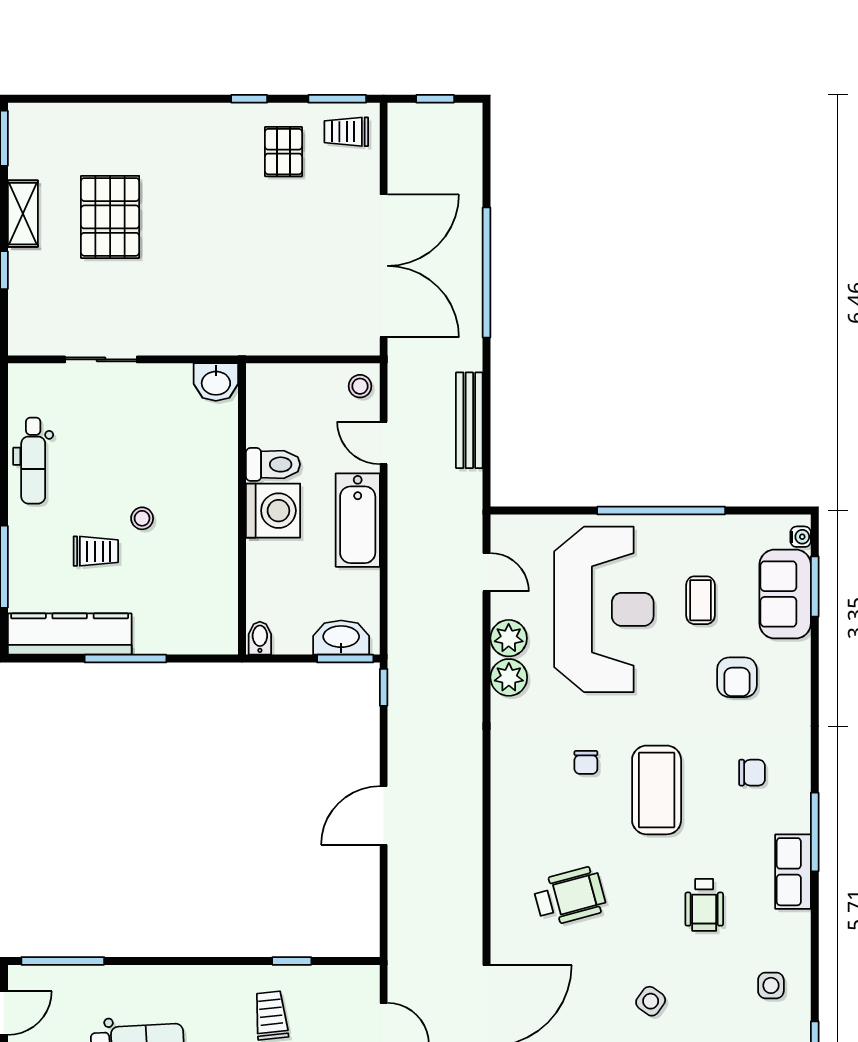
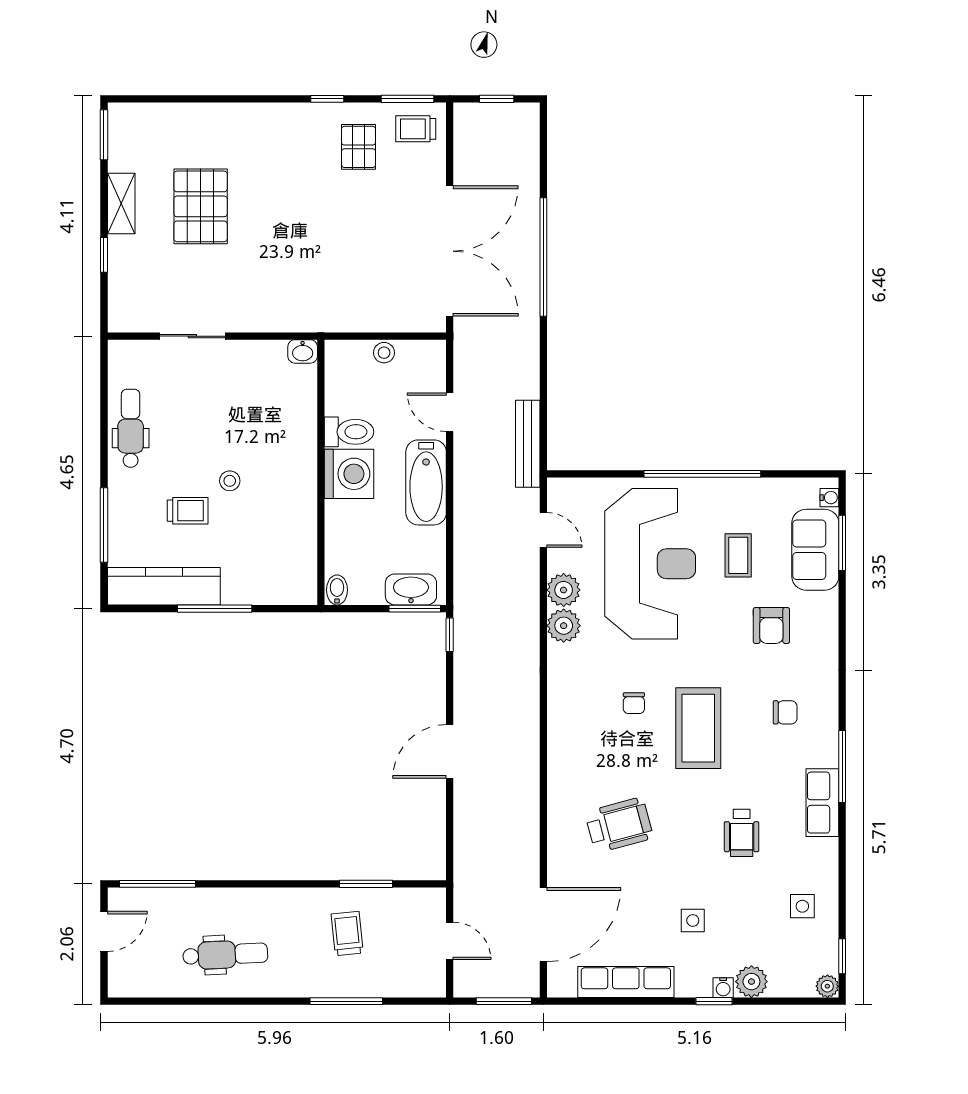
washbasin: (216, 382) -> (303, 351), width x0.72, depth x0.69
stool: (360, 386) -> (384, 353), moved
bench: (469, 420) -> (528, 444), moved
dental chair: (33, 461) -> (131, 428), turned 180
window: (292, 961) -> (366, 884), width x1.50
side table: (651, 1001) -> (693, 920), turned -36

